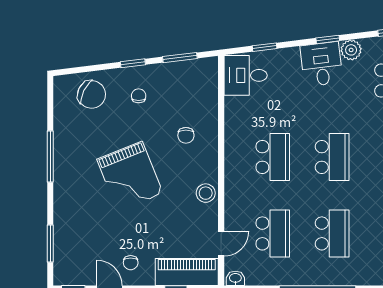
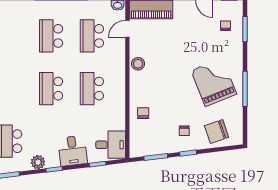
desk: (321, 64) -> (73, 151), moved
chair: (91, 94) -> (217, 132), turned -45
chair: (186, 135) -> (143, 113), moved
grand piano: (130, 176) -> (214, 82), moved
chair: (131, 263) -> (225, 26), moved

